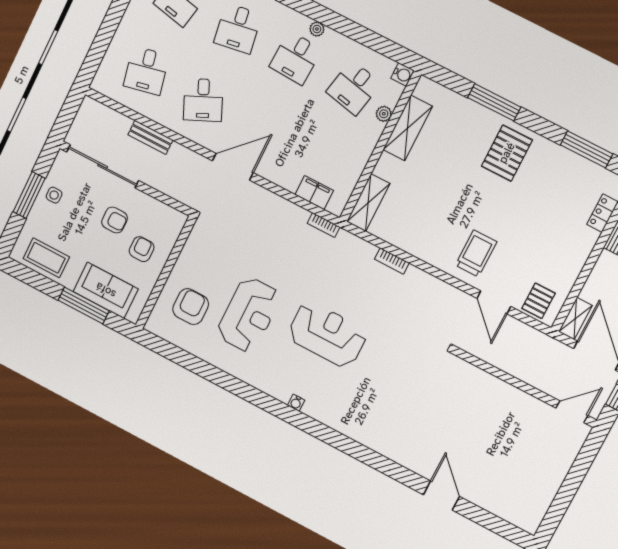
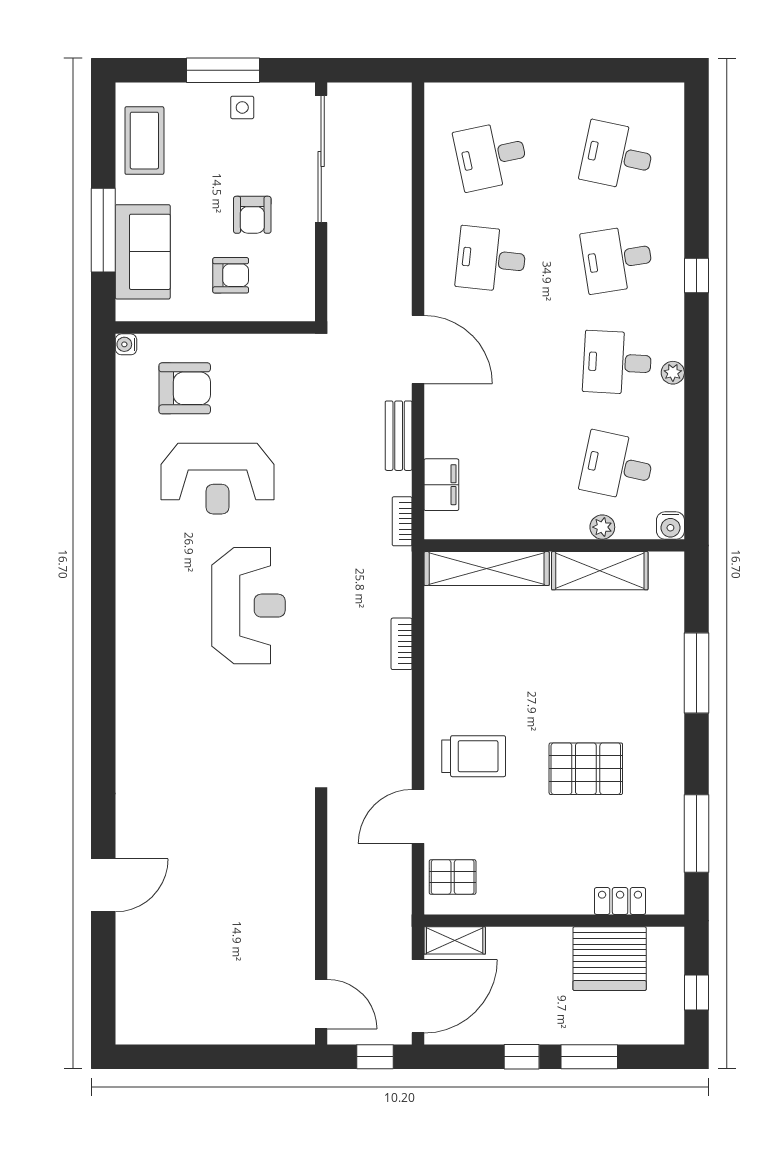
desk: (203, 100) -> (491, 259), turned 30
bench: (150, 137) -> (399, 436), moved
pallet: (507, 153) -> (586, 769), moved
shelving: (368, 203) -> (487, 569), width x1.47
water cooler: (296, 403) -> (126, 344), moved

